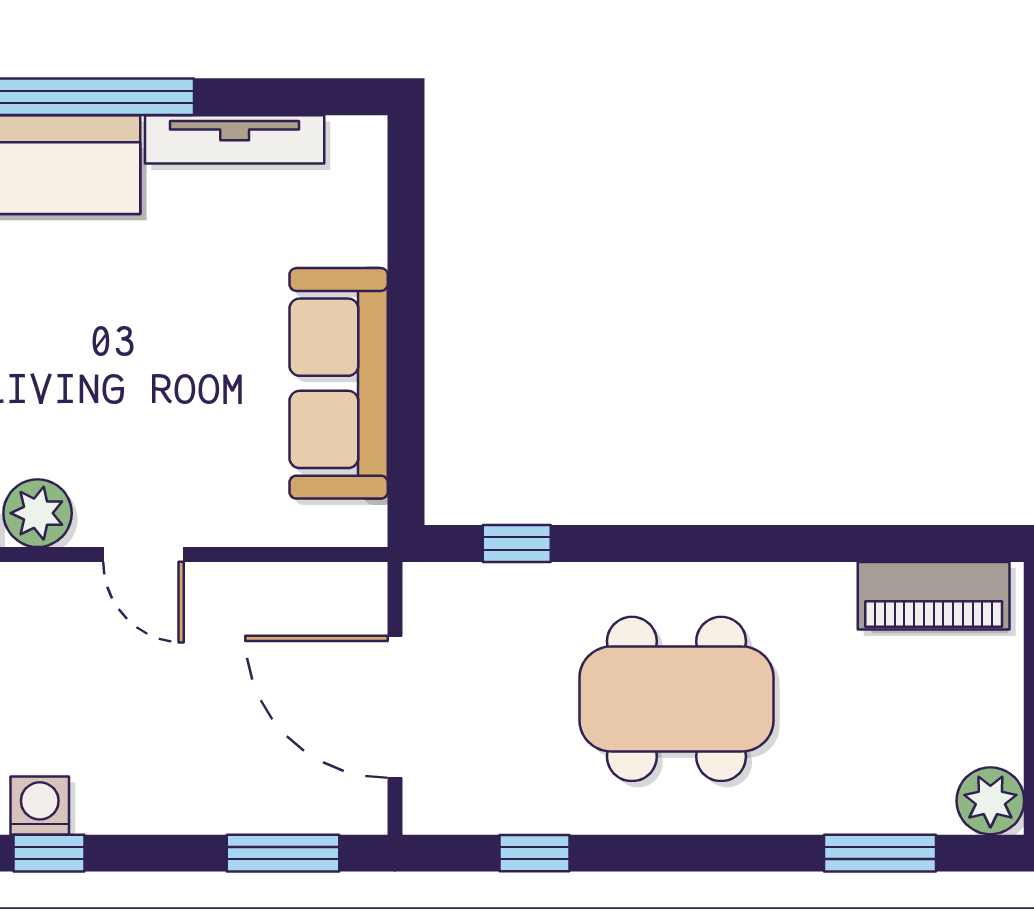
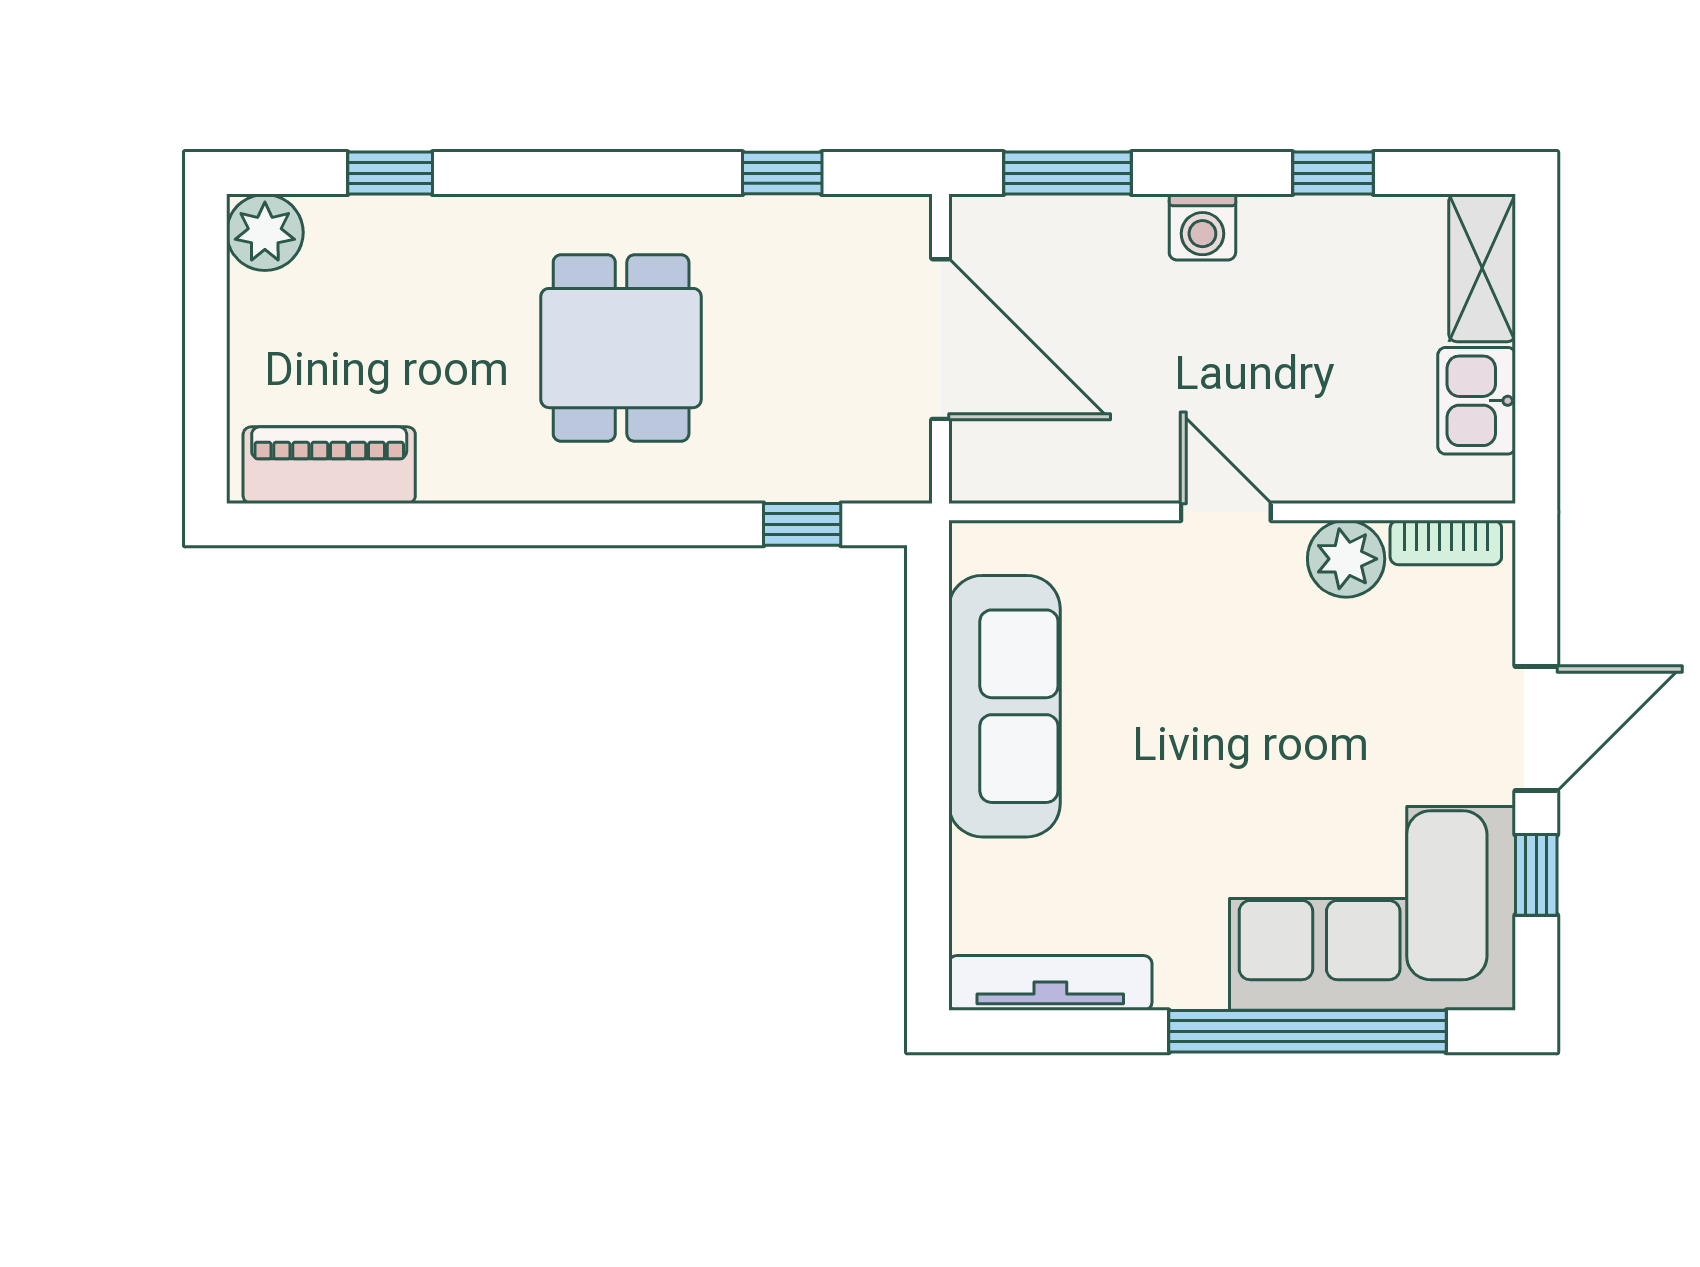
tv unit: (235, 139) -> (1050, 983), moved
dining table: (676, 699) -> (621, 348), width x0.73
washing machine: (40, 806) -> (1202, 227), moved
window: (880, 853) -> (390, 173), width x0.67

